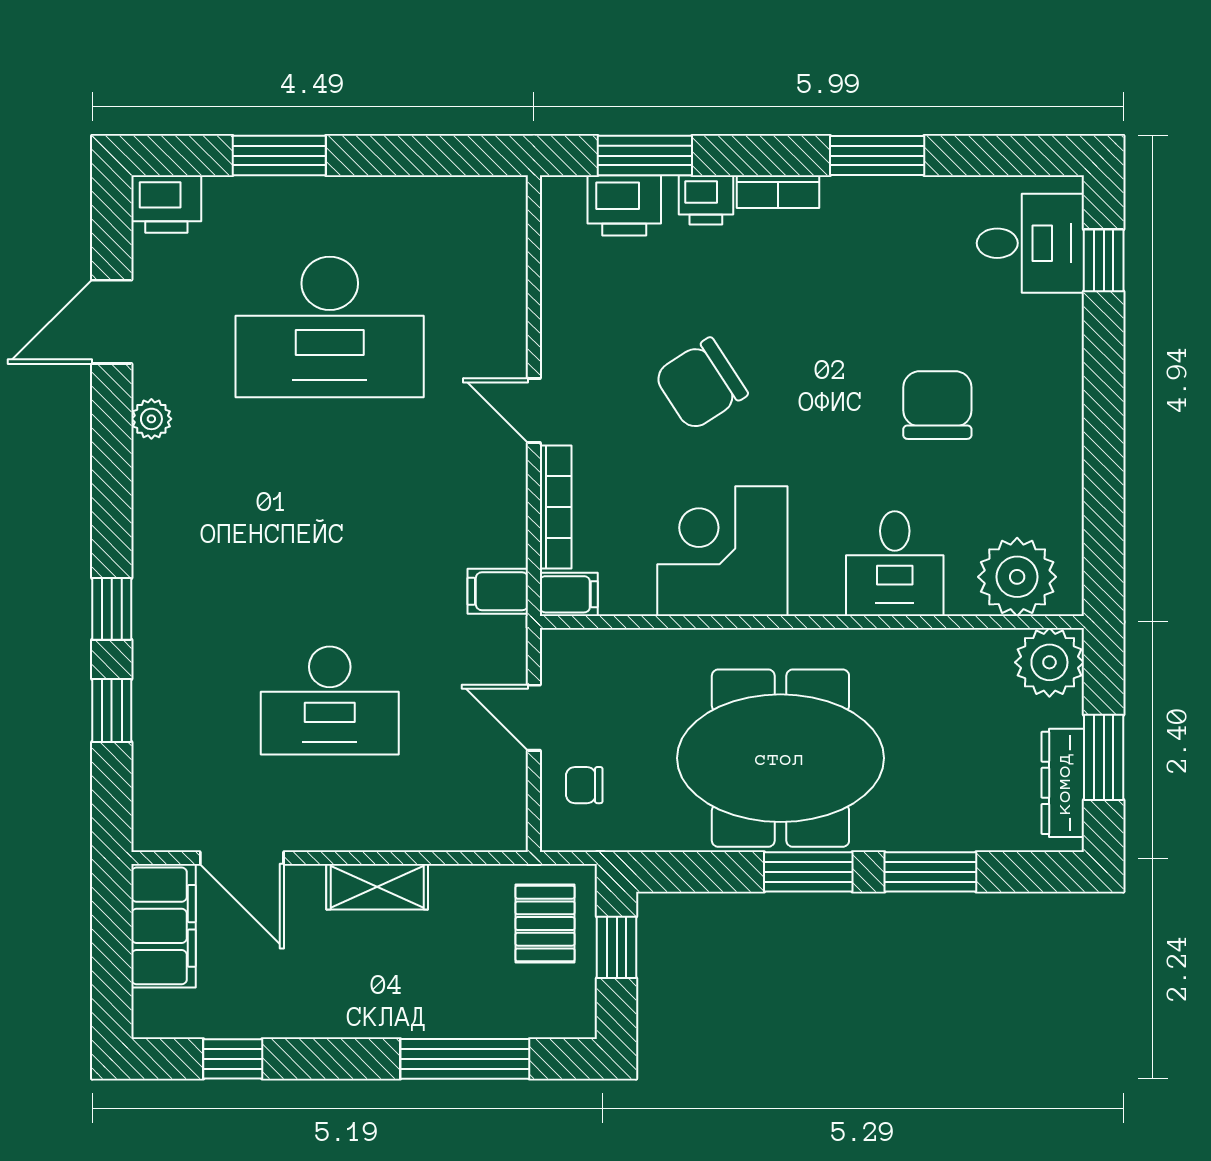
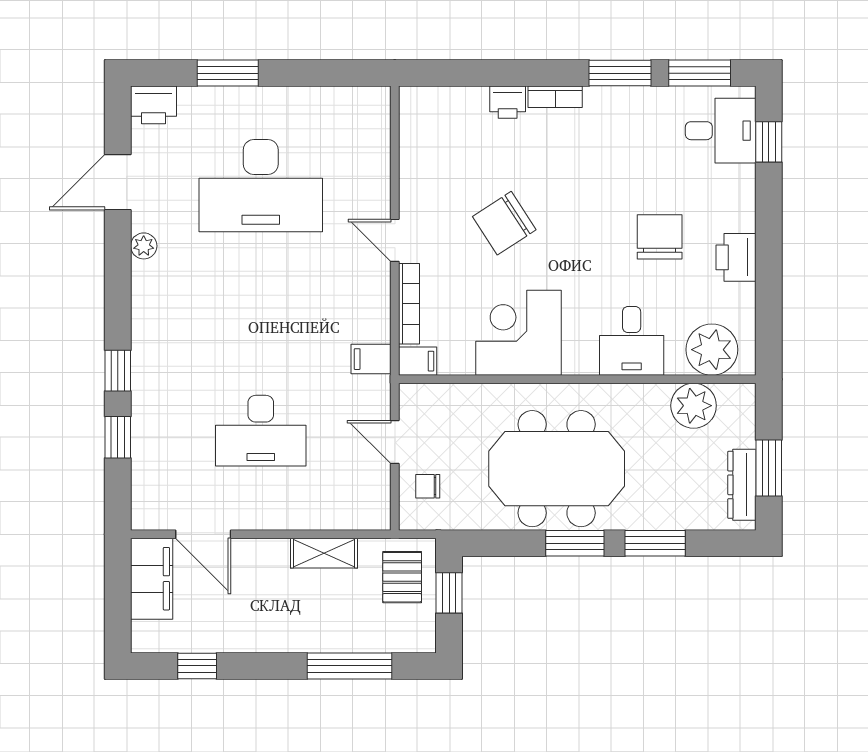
window: (645, 156) -> (700, 73), moved
printer: (624, 205) -> (736, 257), moved, turned 90
plant: (1049, 662) -> (694, 406), moved
shelving: (377, 887) -> (324, 553), moved

